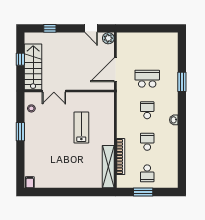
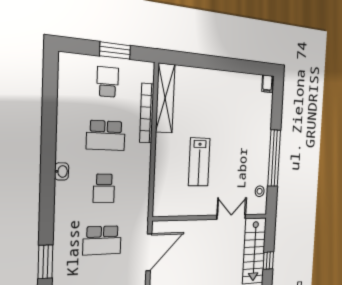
window: (182, 82) -> (45, 262), moved
window: (20, 132) -> (274, 158), width x2.11
school desk: (147, 142) -> (106, 135), width x1.85

